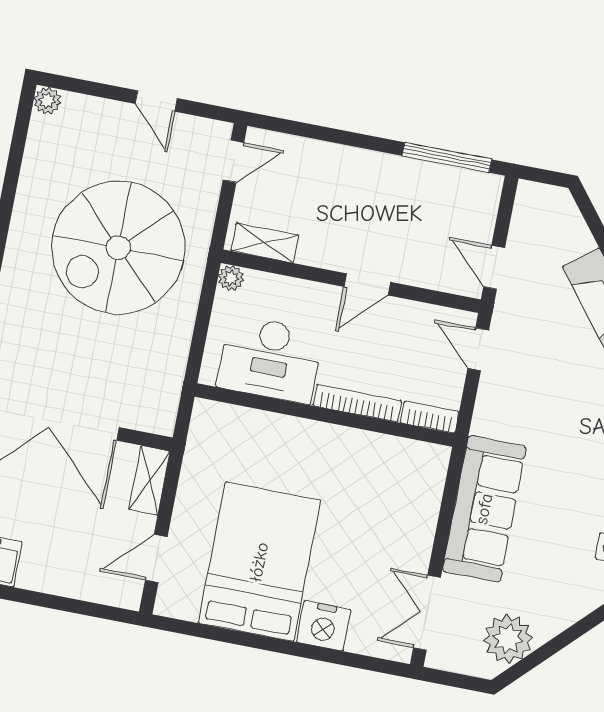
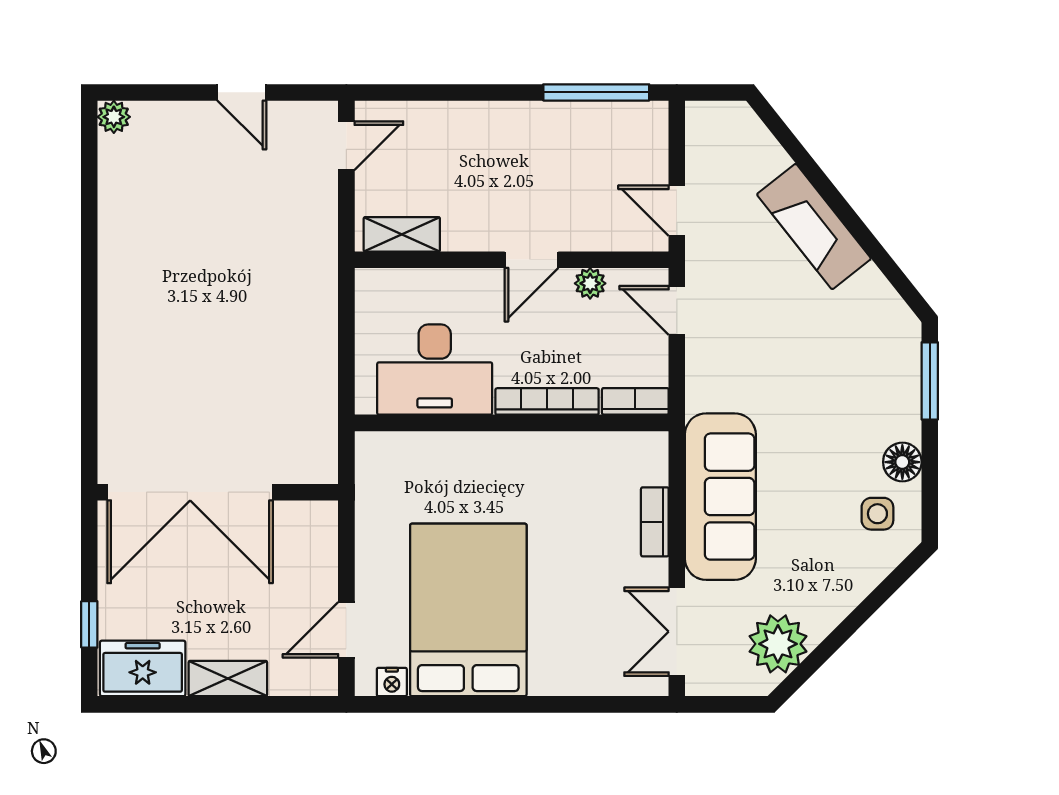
spiral stairs: (118, 248) -> (231, 273), removed
plant: (231, 278) -> (590, 283), moved
shelving: (149, 480) -> (228, 678), moved, turned 90
bookcase: (426, 519) -> (655, 522), added
nightstand: (324, 626) -> (392, 682), moved, width x0.53, depth x0.56

